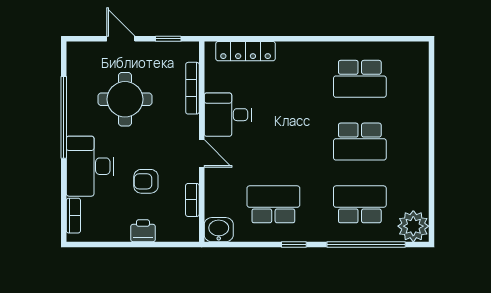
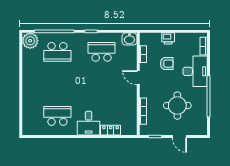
locker: (246, 51) -> (111, 130), width x0.66
desk: (228, 115) -> (89, 123), moved, turned 90
school desk: (360, 142) -> (57, 84), removed
school desk: (273, 204) -> (102, 52), turned 180

